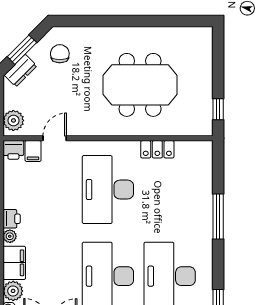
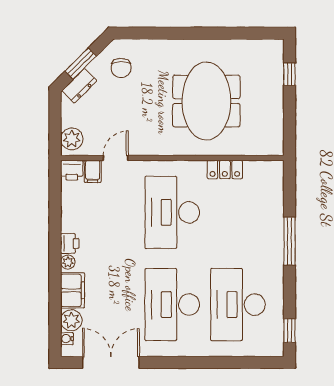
chair: (60, 54) -> (121, 68), turned 180
meeting table: (140, 85) -> (206, 101), turned 90
window: (218, 109) -> (289, 74), moved

